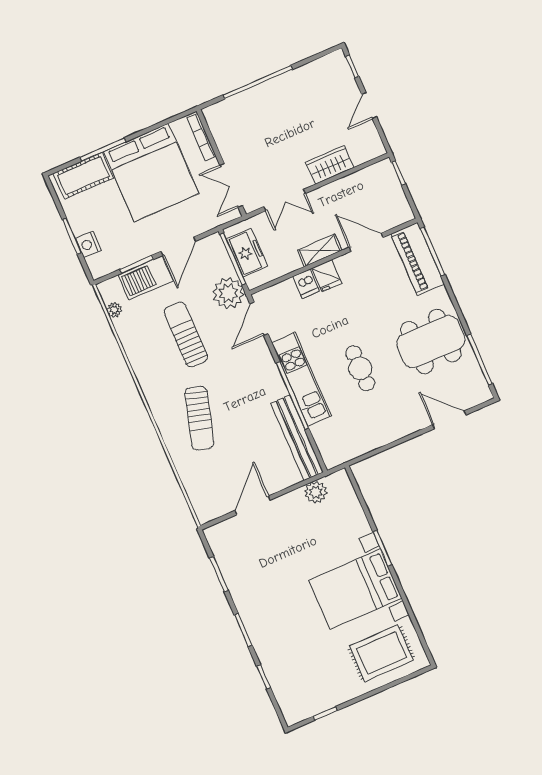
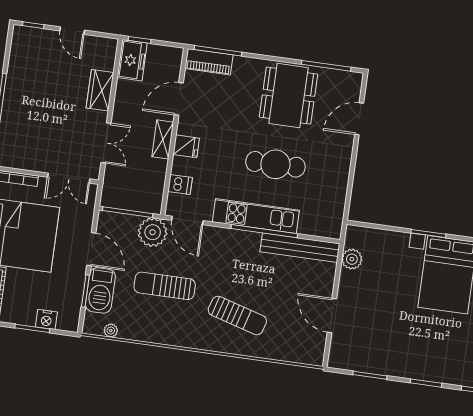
freezer: (247, 253) -> (132, 60), moved, turned 90
piano: (418, 259) -> (209, 62), width x0.73, depth x0.75
dishwasher: (306, 284) -> (180, 184), moved
cafe table: (360, 368) -> (275, 164), width x1.37, depth x1.35

